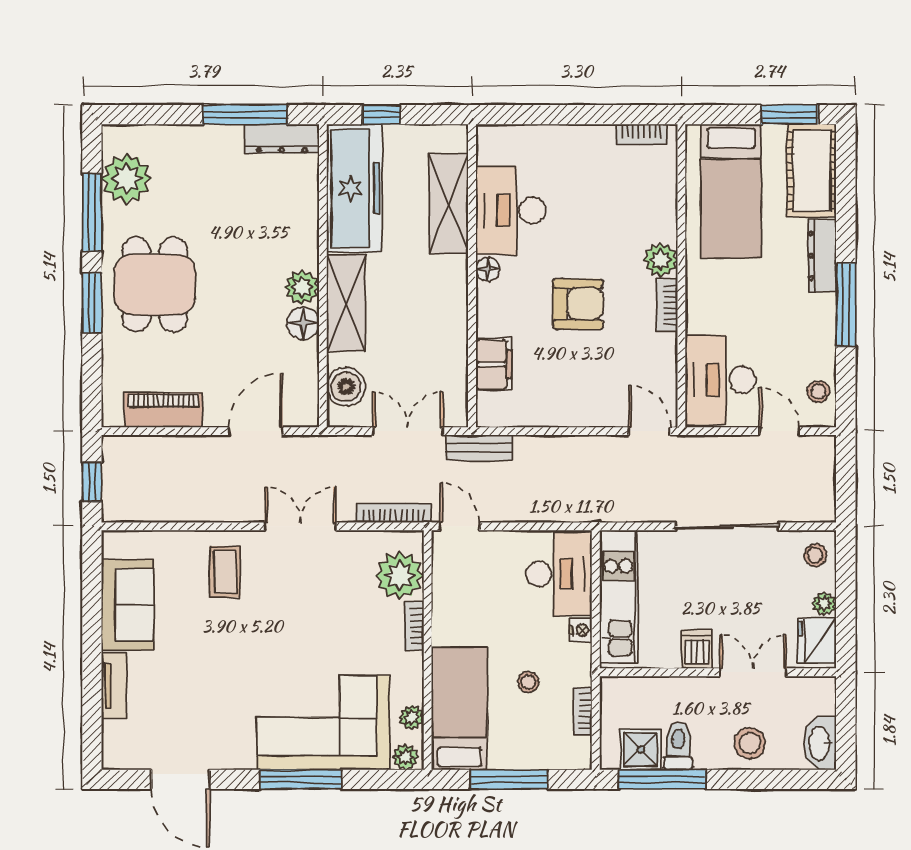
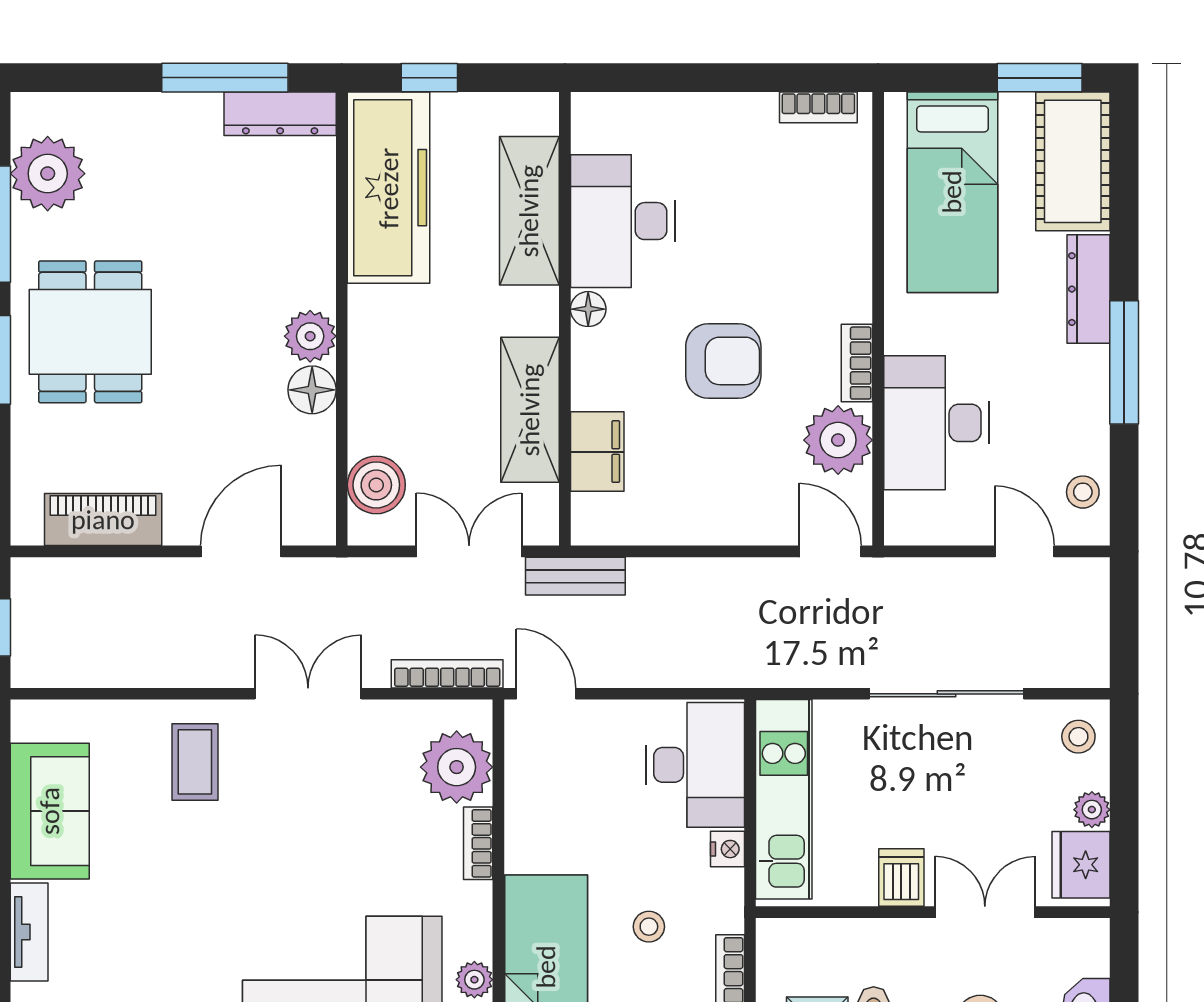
plant: (661, 260) -> (838, 440), moved, width x1.36, depth x1.36
shelving: (346, 303) -> (530, 410), moved
desk: (720, 380) -> (937, 423), moved

